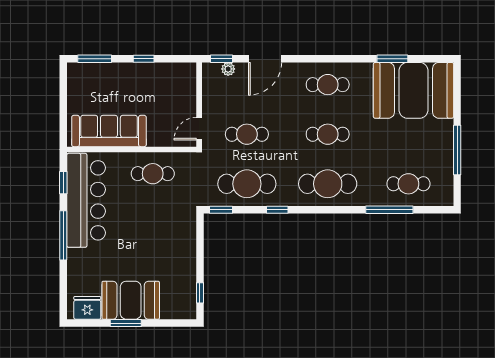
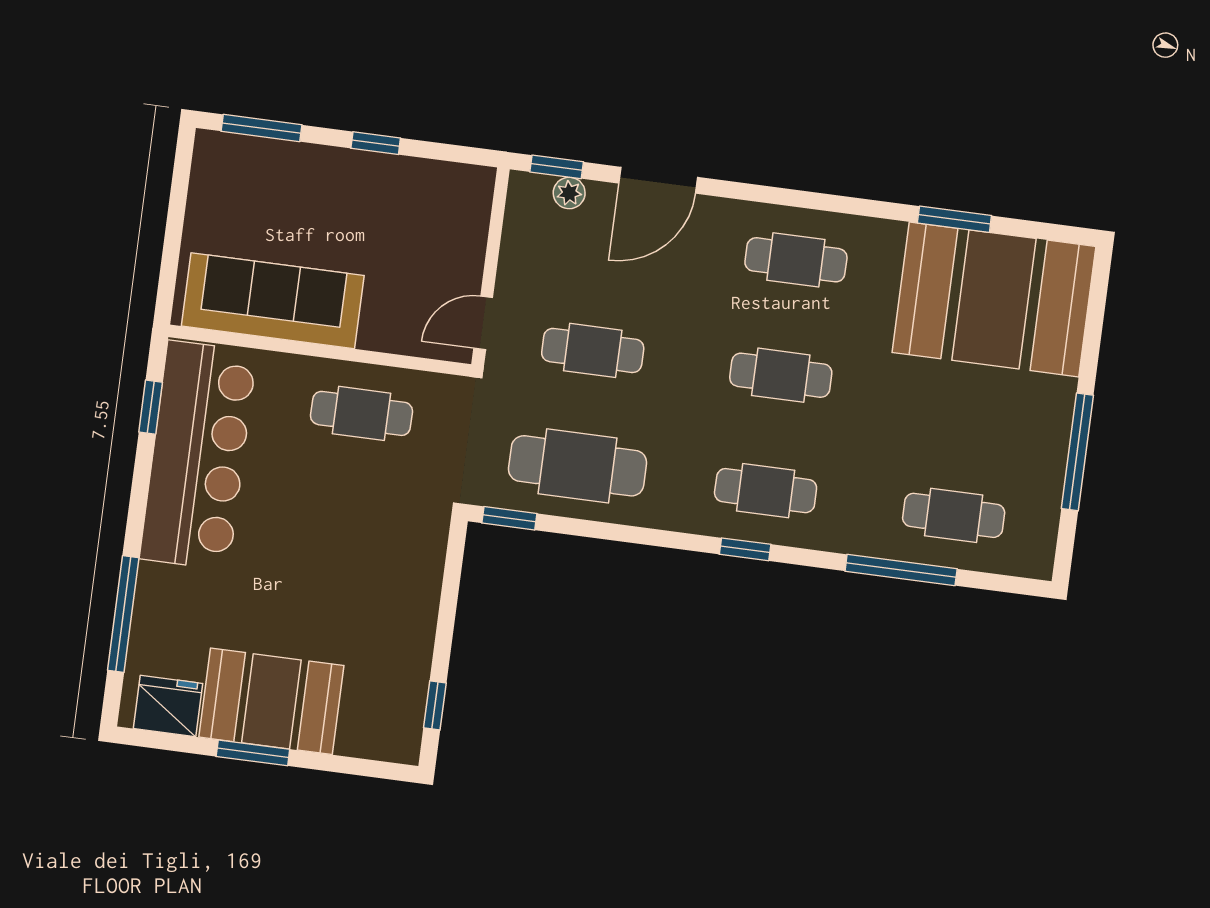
cafe table: (328, 184) -> (766, 491), width x0.73, depth x0.74
window: (277, 210) -> (745, 549), moved
window: (63, 235) -> (123, 614), moved

